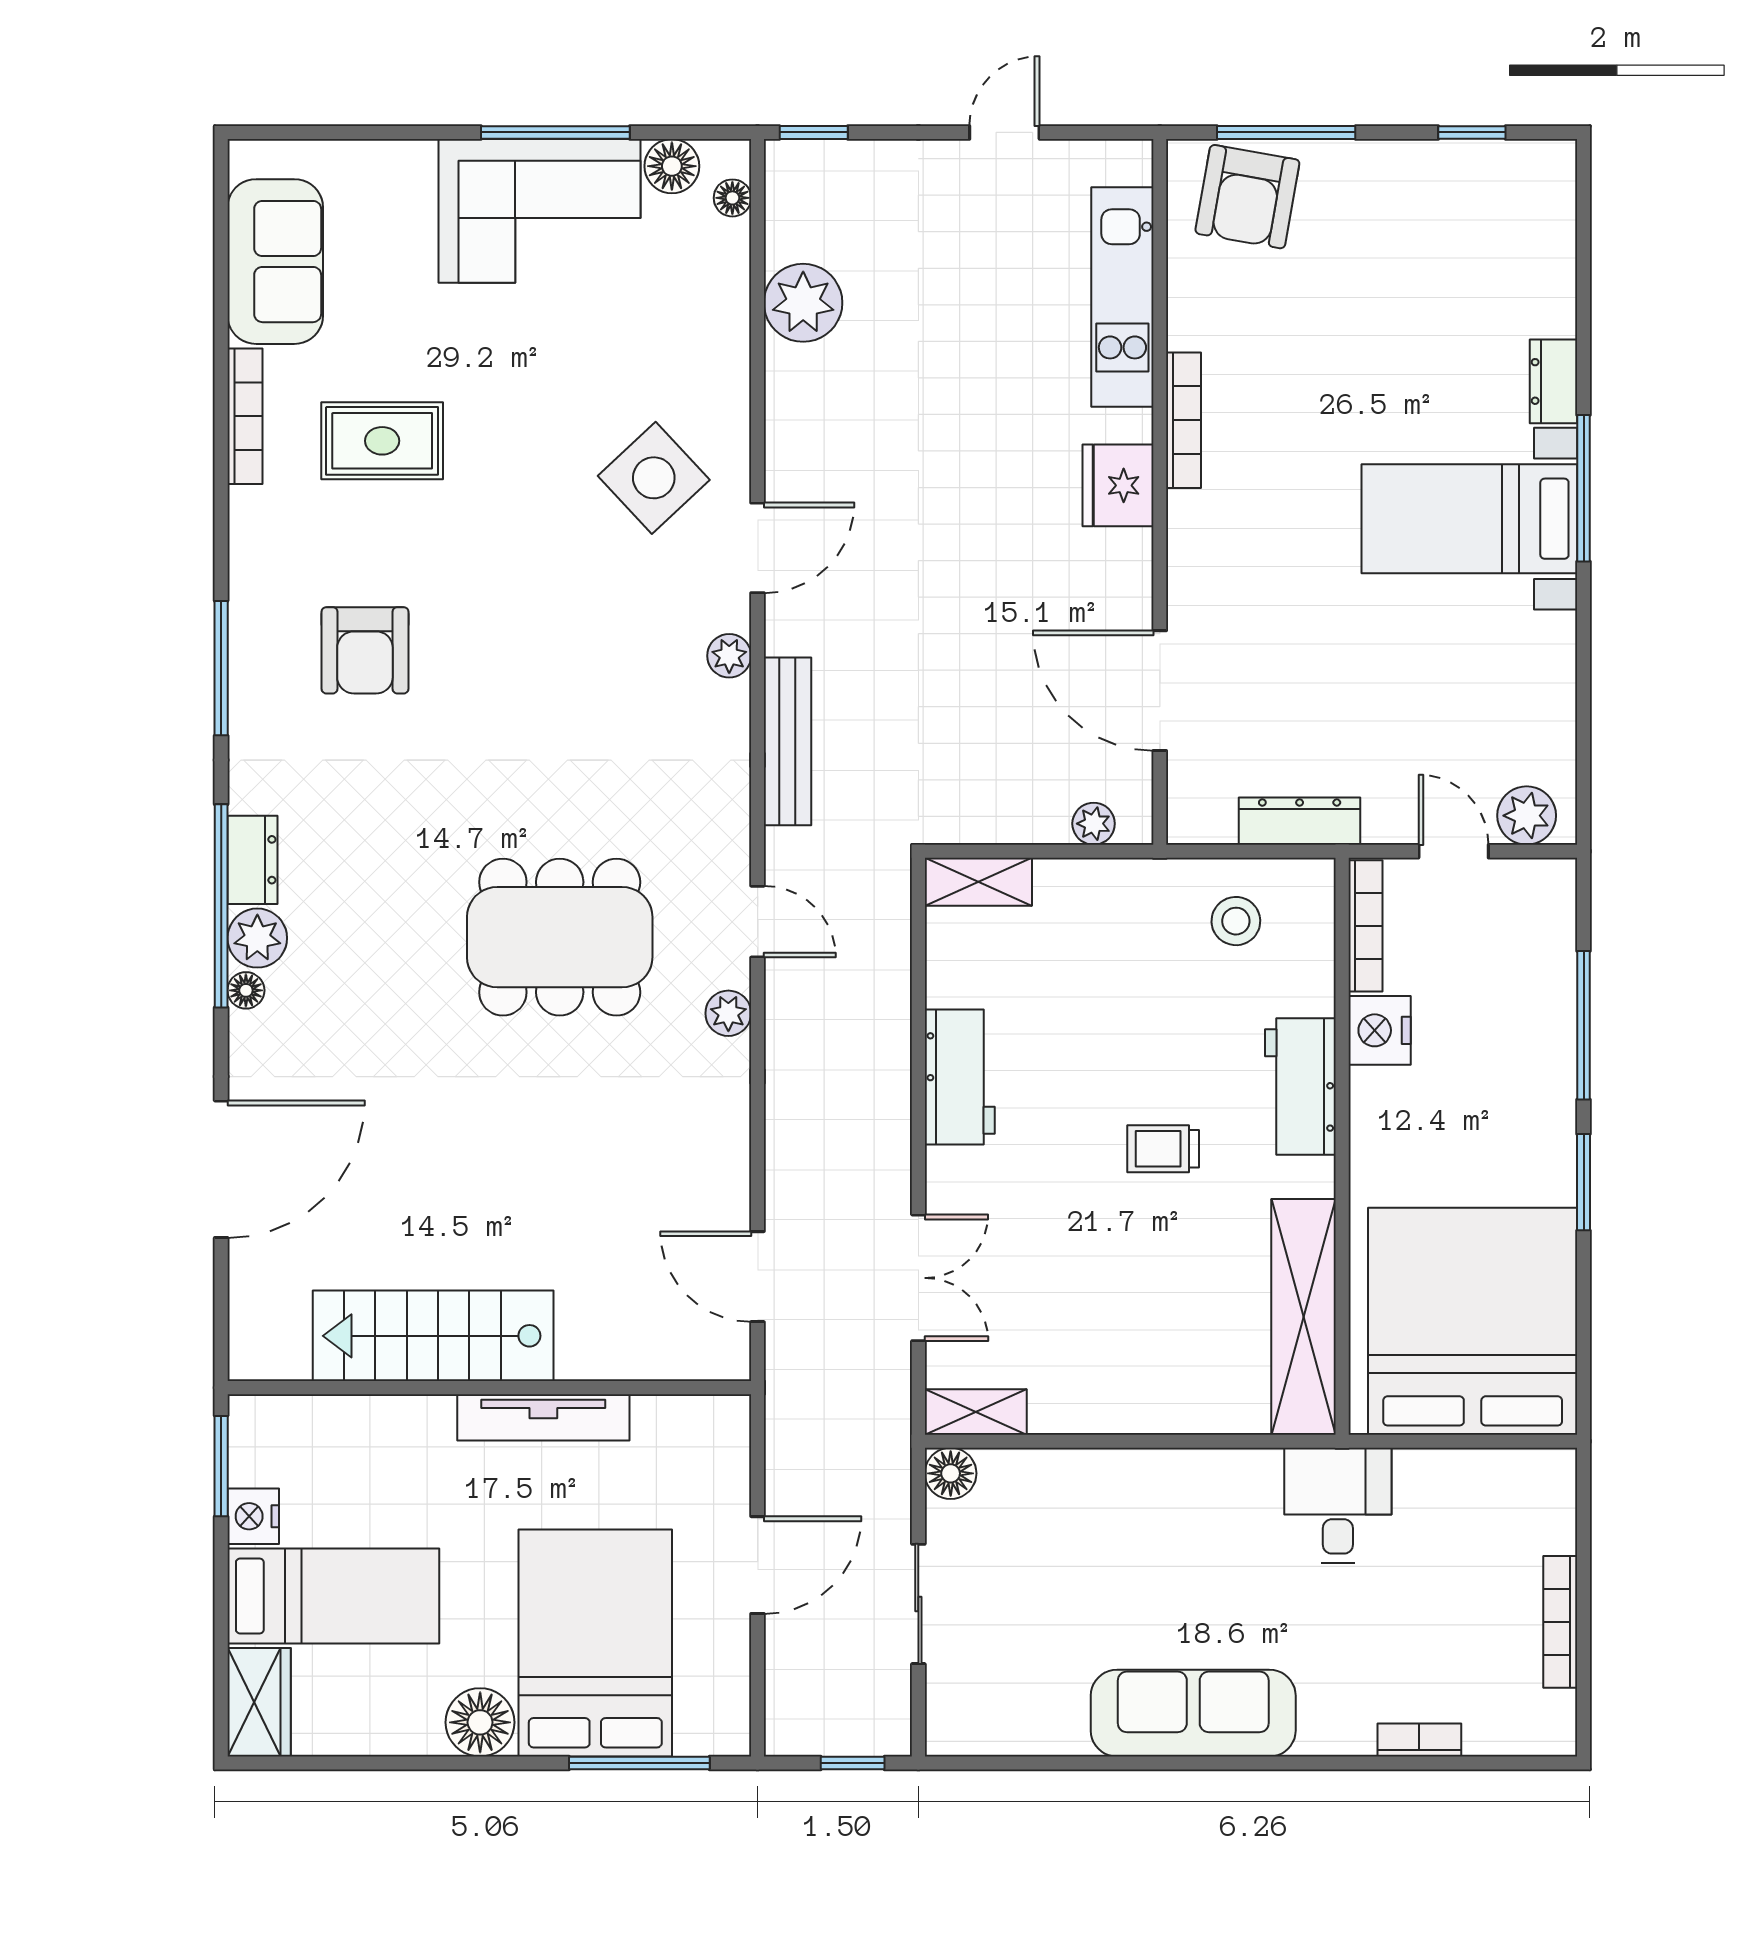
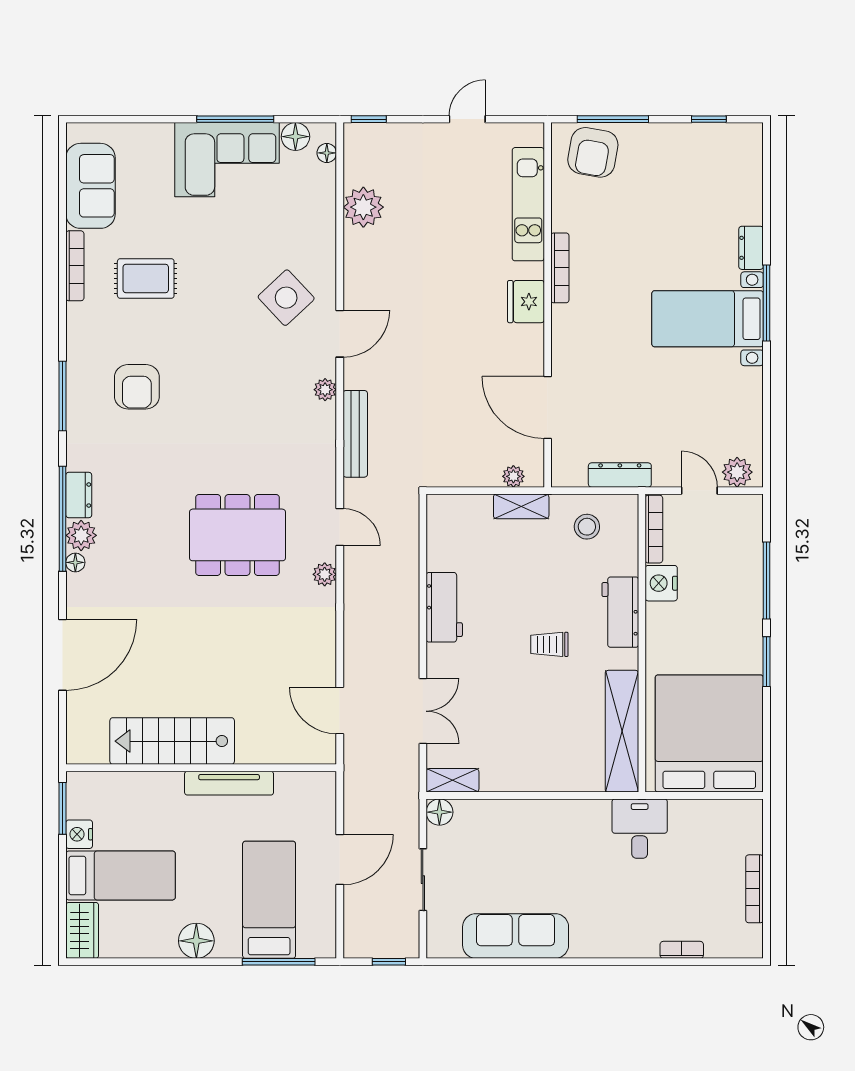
shelving: (978, 882) -> (521, 506), moved
bed: (595, 1643) -> (269, 900), width x0.67
sofa: (1193, 1713) -> (516, 936), moved

